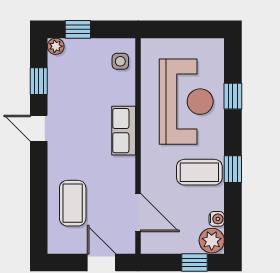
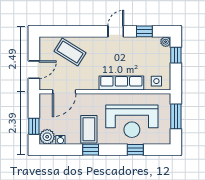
window: (178, 29) -> (176, 116), added
row of seats: (124, 131) -> (121, 83), width x1.48
coffee table: (73, 203) -> (70, 52), turned 32

